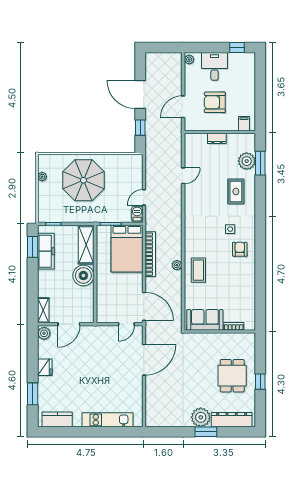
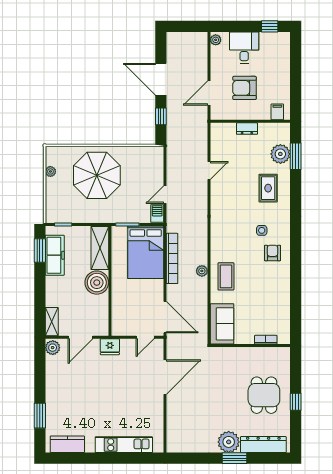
sofa: (205, 320) -> (222, 324), moved, turned 90
fridge: (45, 367) -> (110, 347), moved, turned 90

